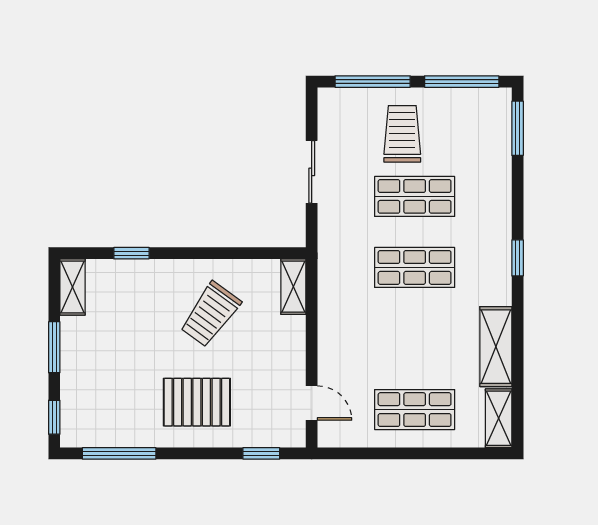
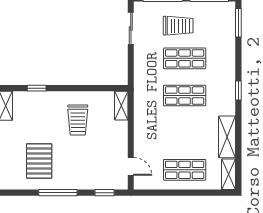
trolley: (402, 134) -> (178, 26), turned 90
sliding door: (312, 172) -> (131, 29), moved
trolley: (210, 314) -> (78, 120), turned -36
pallet: (197, 402) -> (39, 161), moved, turned 90
window: (119, 453) -> (58, 193), moved

